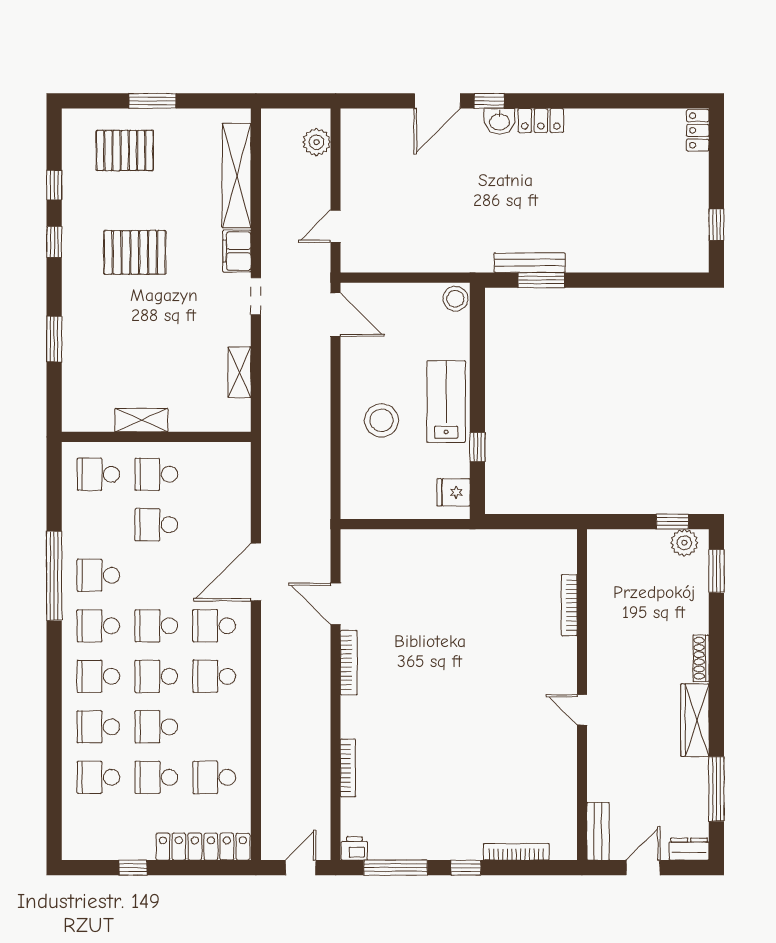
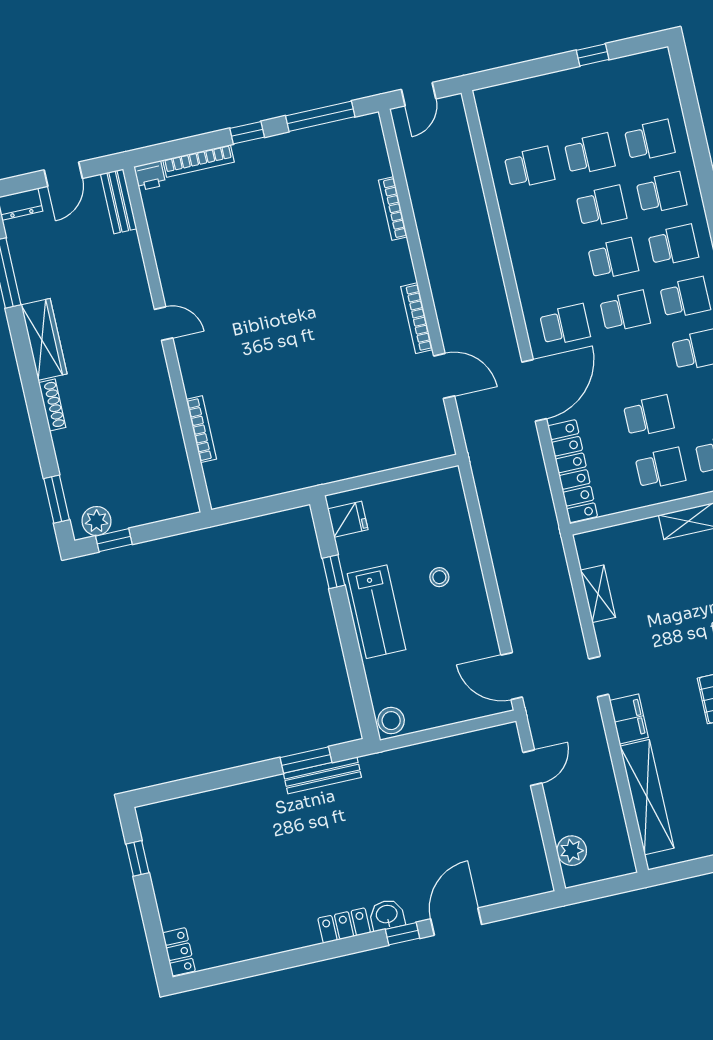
stool: (381, 420) -> (439, 577), width x0.53, depth x0.53
school desk: (214, 676) -> (553, 272), removed
locker: (203, 847) -> (573, 471), moved, turned -90
printer: (354, 848) -> (150, 176), moved

